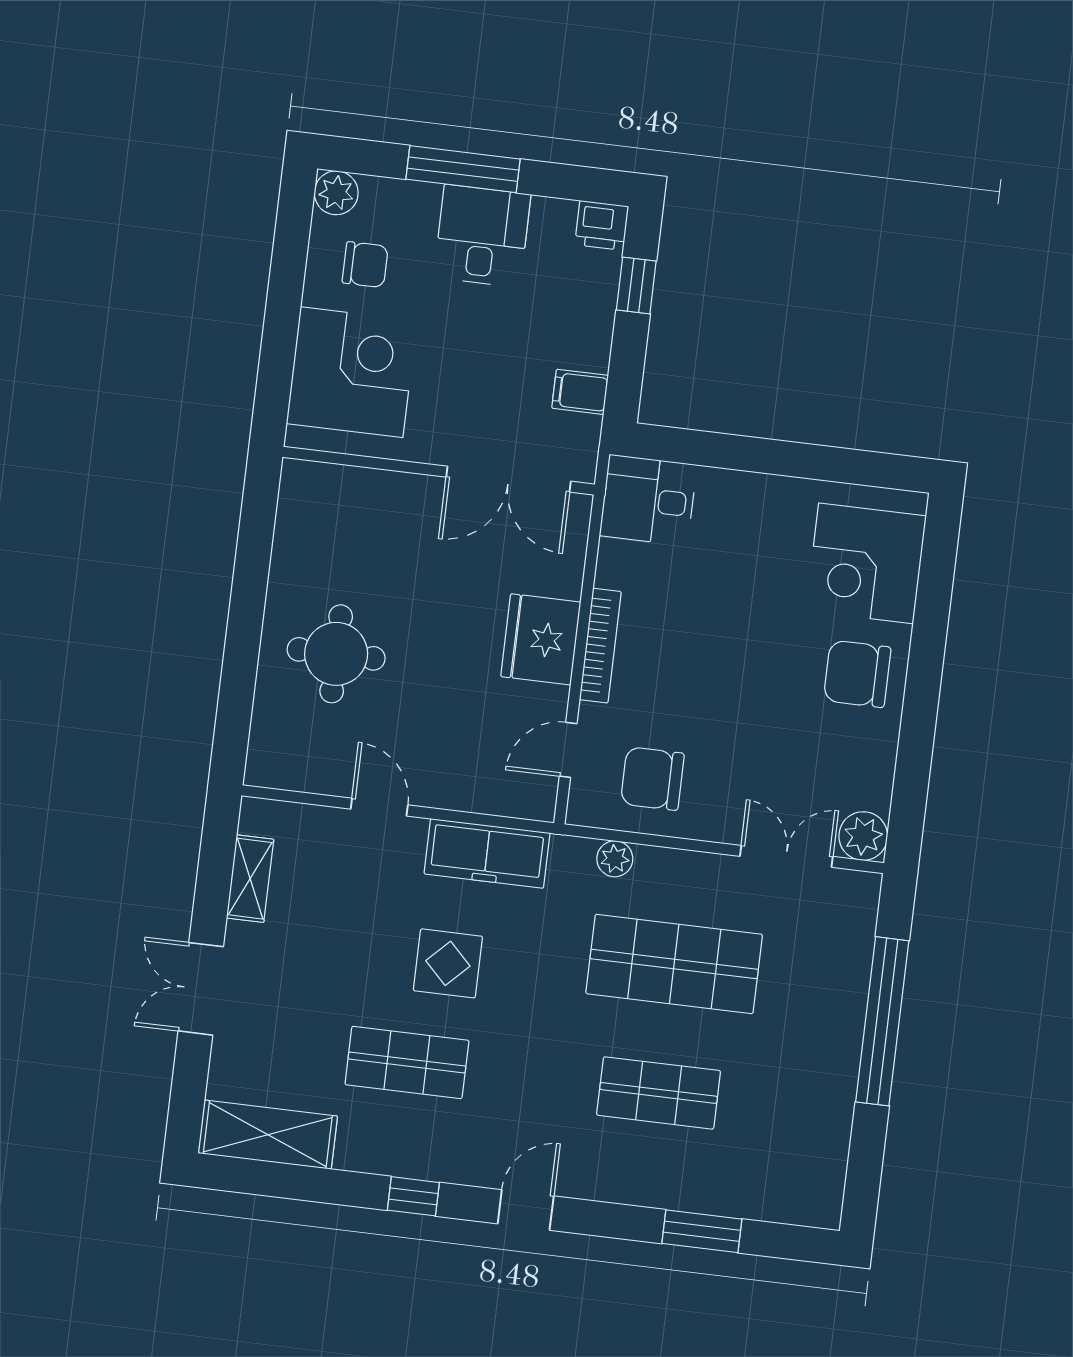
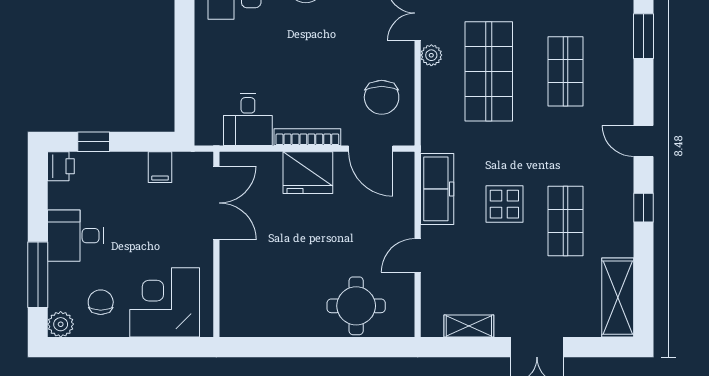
window: (463, 169) -> (38, 275), moved
desk: (648, 500) -> (248, 120), moved
round table: (336, 654) -> (356, 306), moved
door: (568, 750) -> (371, 149), width x1.38
plant: (615, 859) -> (431, 55), moved

